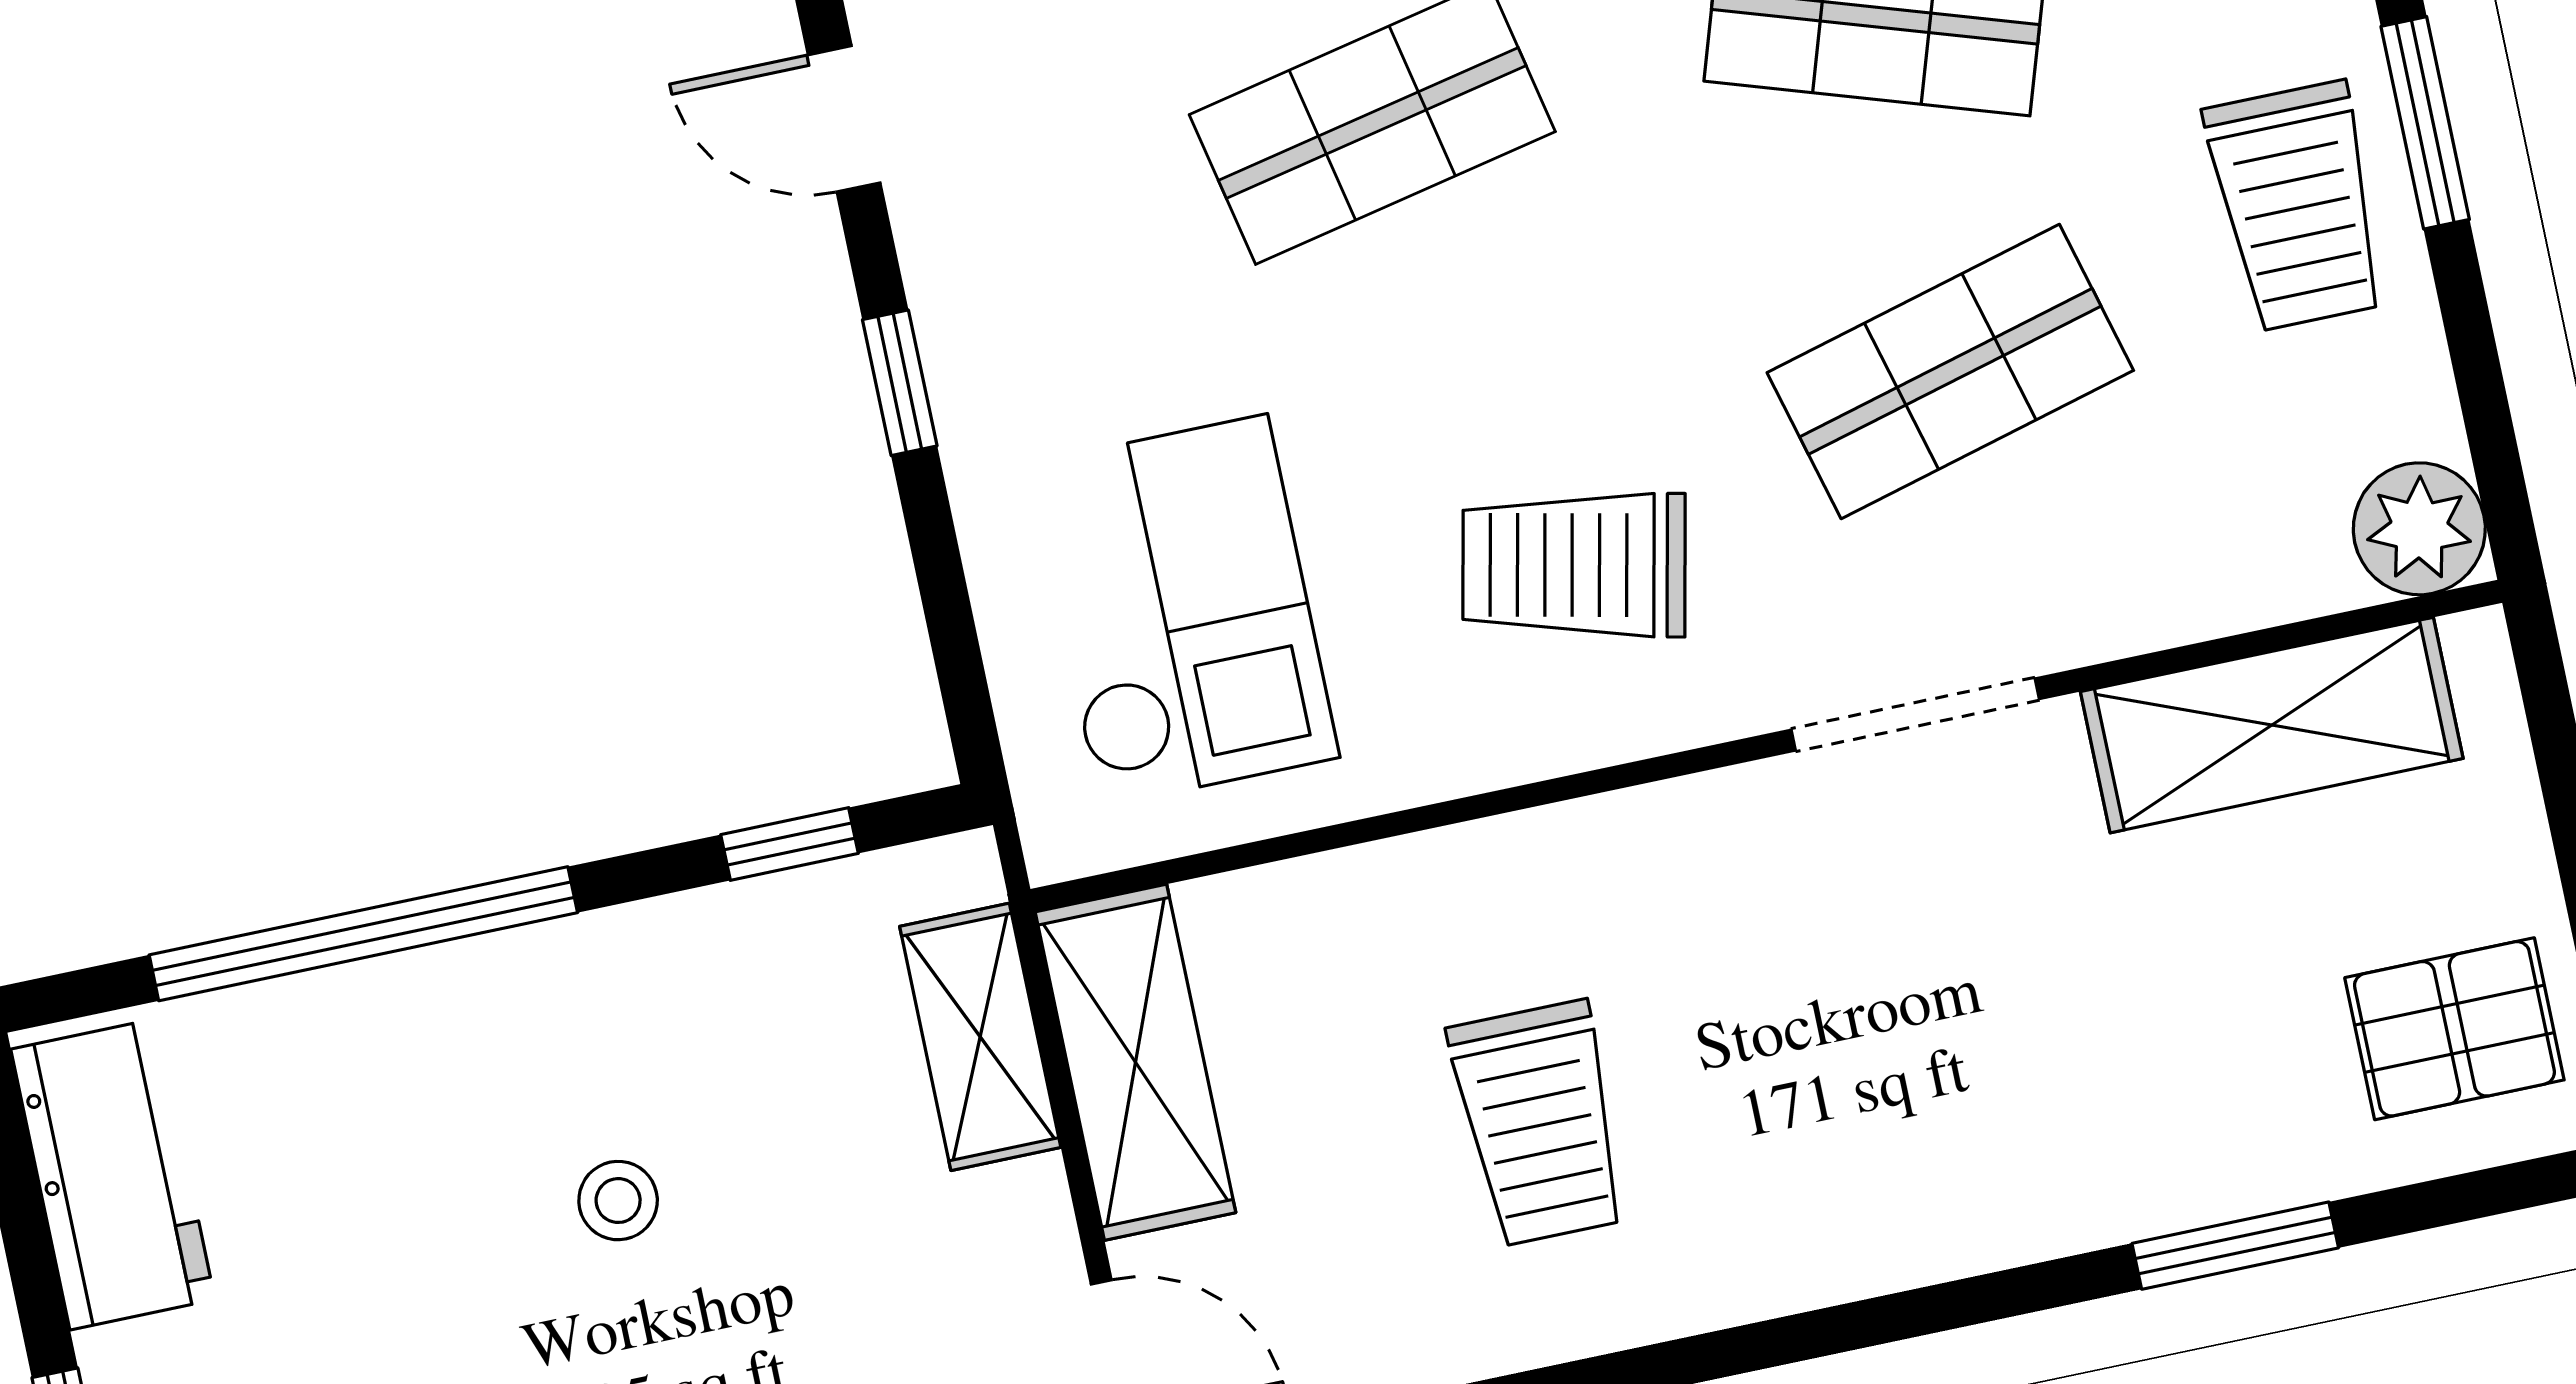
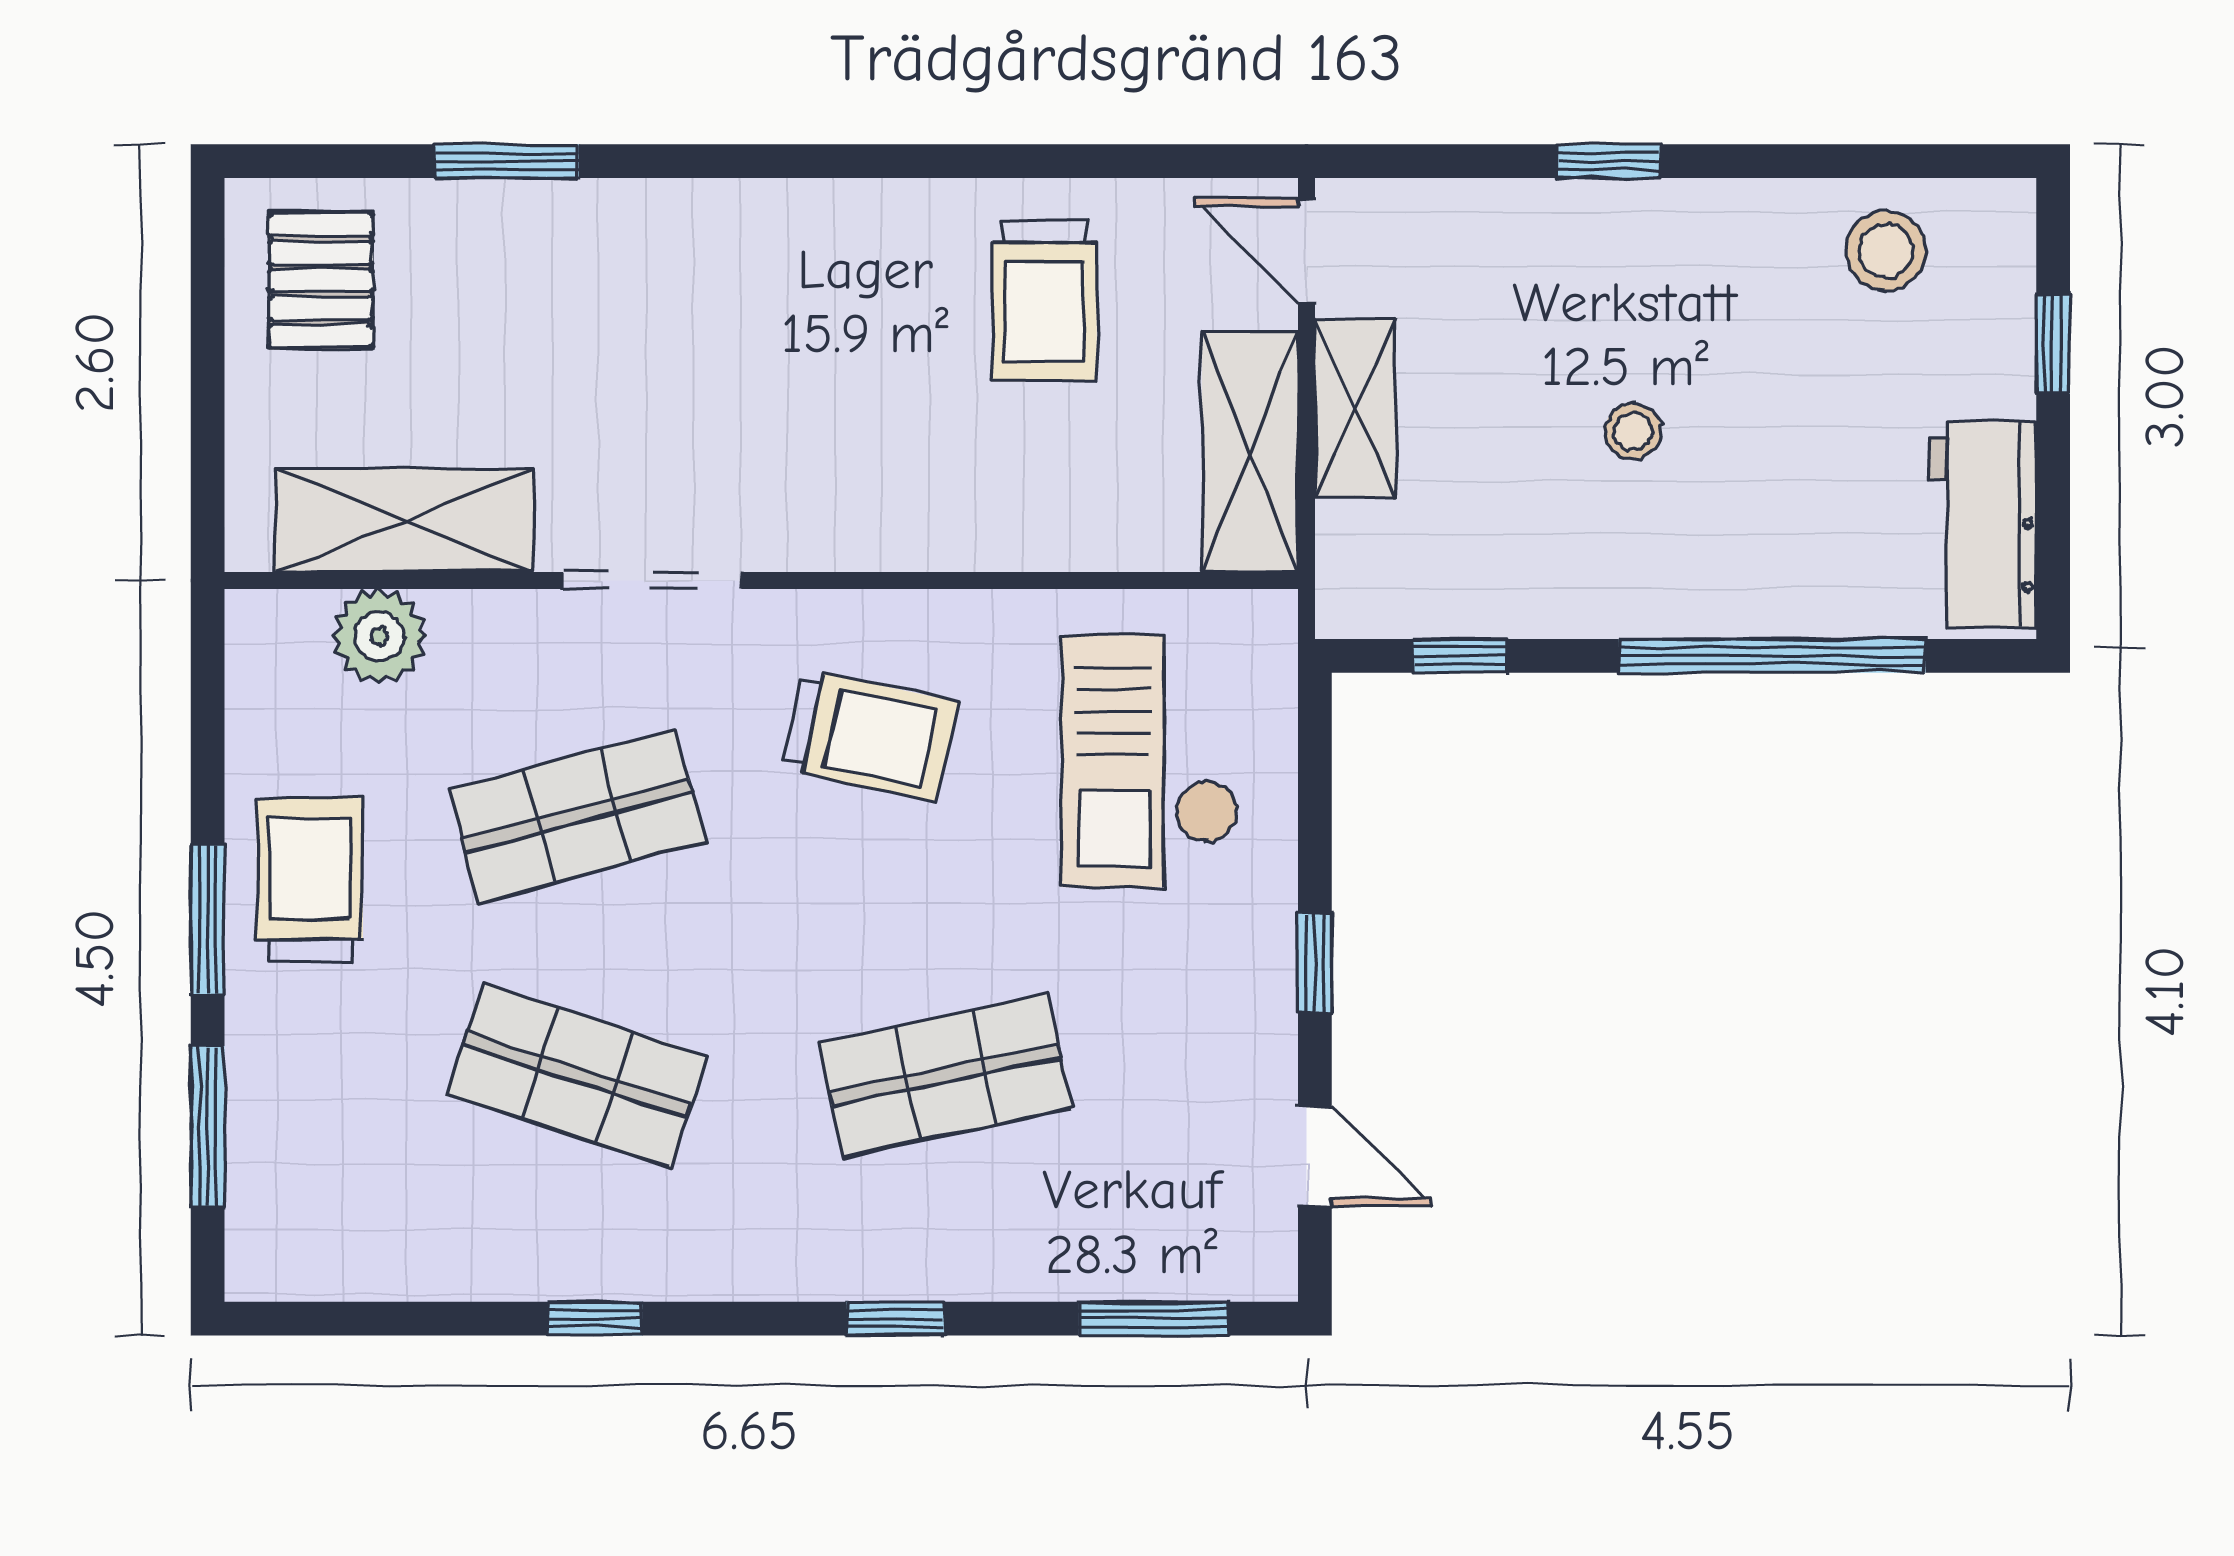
plant: (2419, 529) -> (379, 636), moved
pallet: (2454, 1029) -> (321, 281), turned 90
shelving: (980, 1037) -> (1355, 408), moved
trolley: (1539, 1123) -> (1045, 301), moved, turned 180

